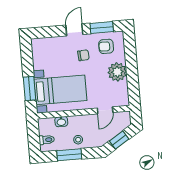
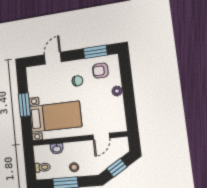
door: (74, 30) -> (53, 58), moved
plant: (117, 72) -> (117, 91), width x0.53, depth x0.53
window: (30, 89) -> (24, 105), moved

